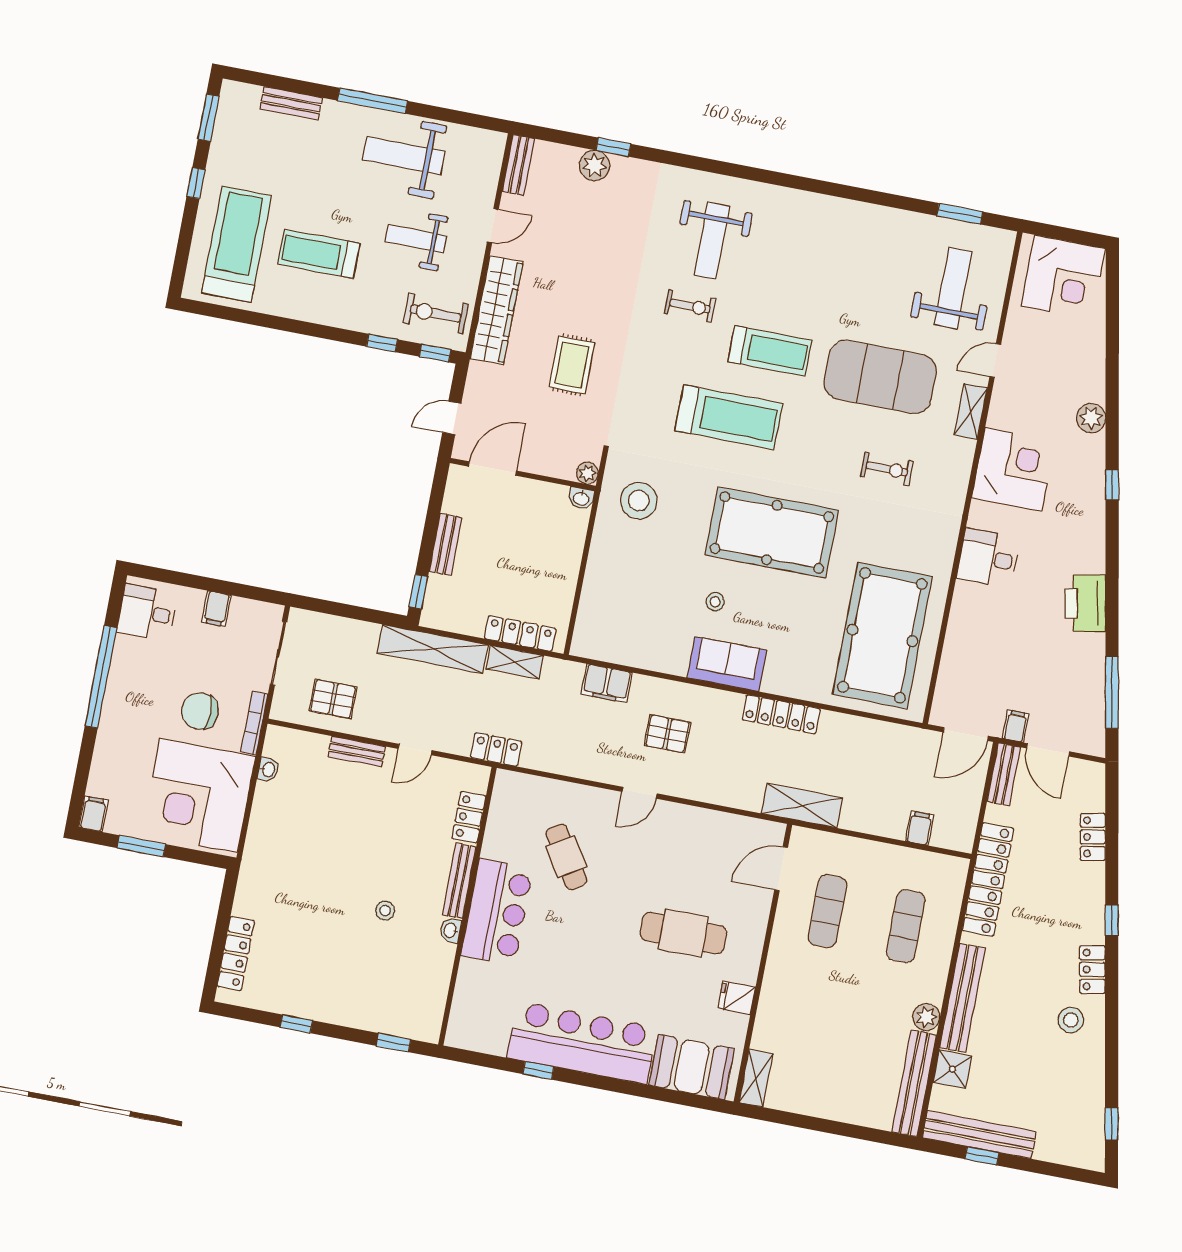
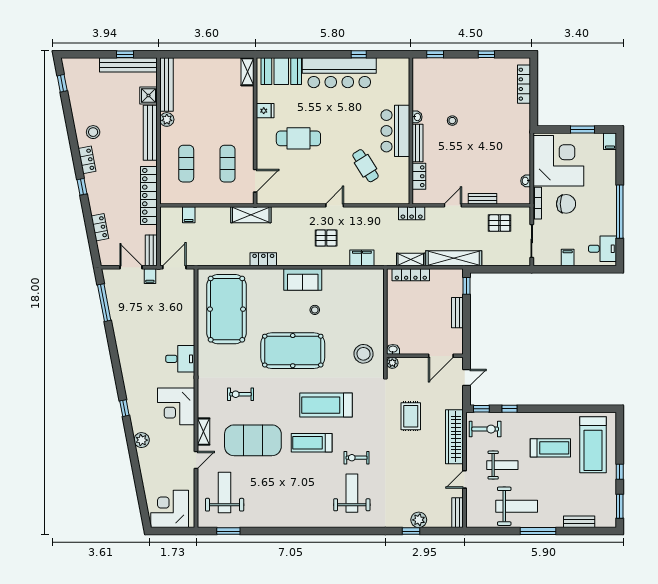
weight bench: (953, 288) -> (225, 493), turned 180
printer: (1085, 603) -> (126, 345), removed
locker: (781, 714) -> (263, 259), width x0.66

